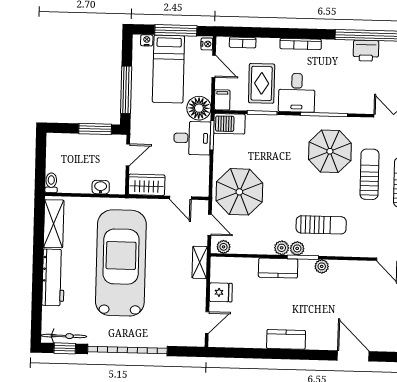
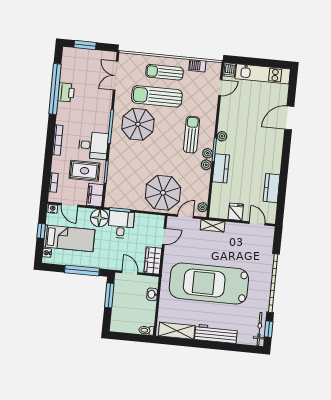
window: (176, 30) -> (41, 231), width x0.46
door: (214, 66) -> (69, 205), swing flipped
filing cabinet: (222, 100) -> (95, 195), width x2.00
barbecue: (229, 124) -> (112, 197), removed
sun lounger: (369, 174) -> (157, 96), width x1.36, depth x1.34
kitchen counter: (286, 339) -> (272, 188), moved

